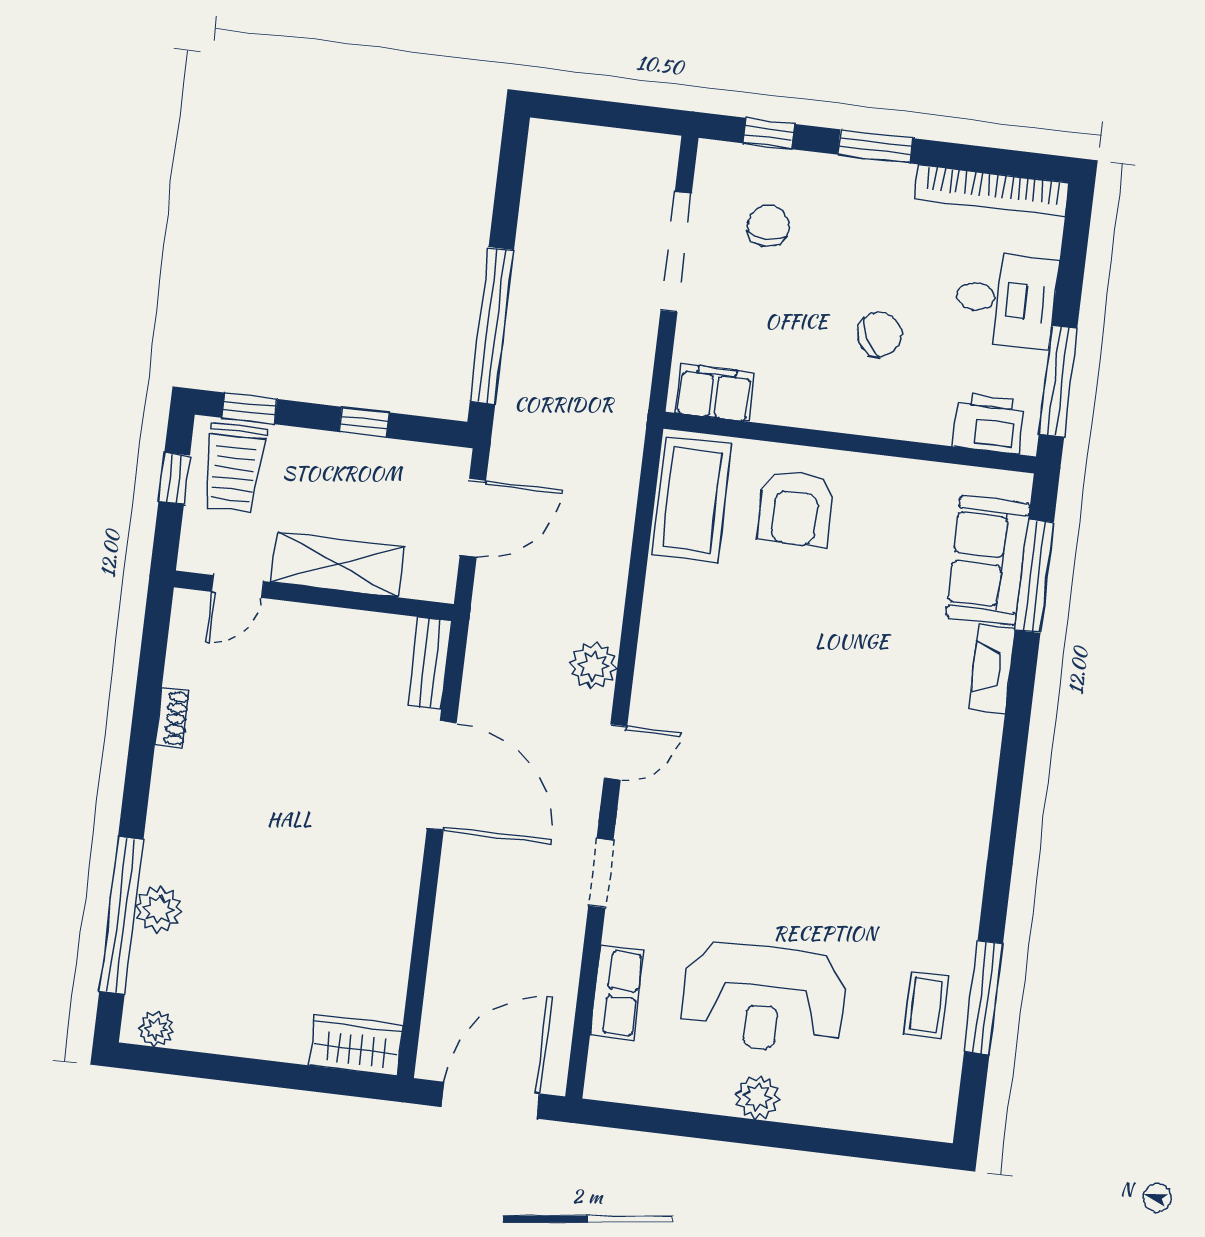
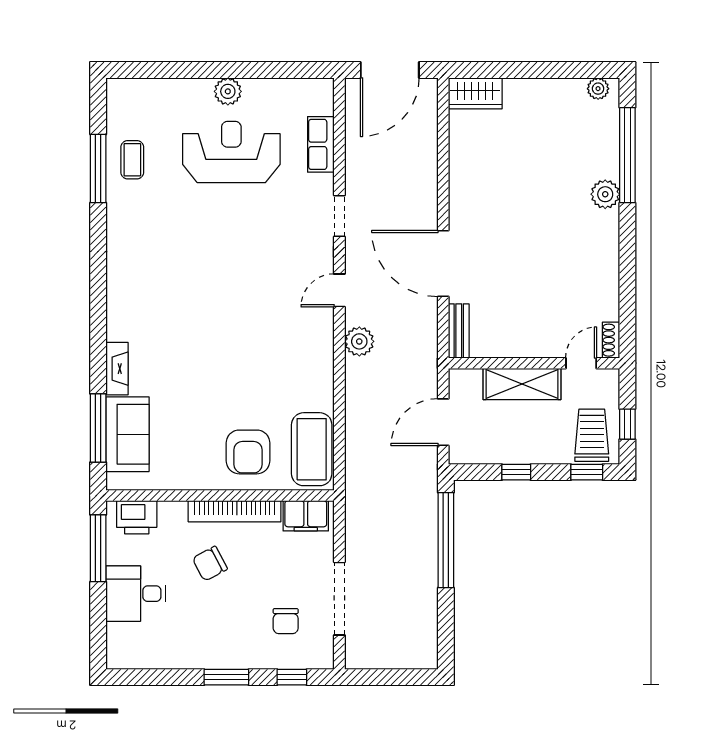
bookcase: (992, 191) -> (235, 511), moved, turned 180
armchair: (796, 508) -> (248, 452), turned 180
shoe rack: (172, 718) -> (611, 340), moved
plant: (159, 909) -> (605, 194), moved

